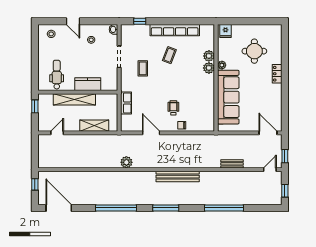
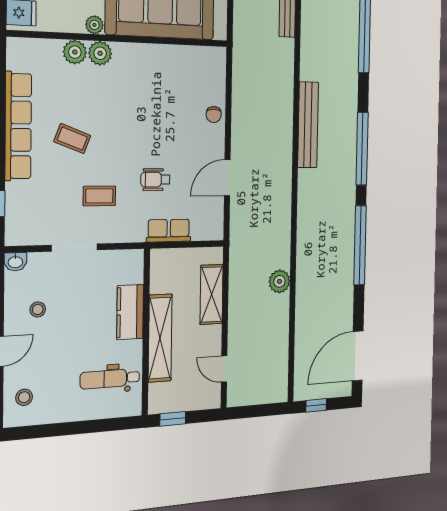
wheelchair: (173, 108) -> (155, 180), moved
plant: (126, 162) -> (279, 281), moved
window: (166, 208) -> (362, 149), width x1.46

